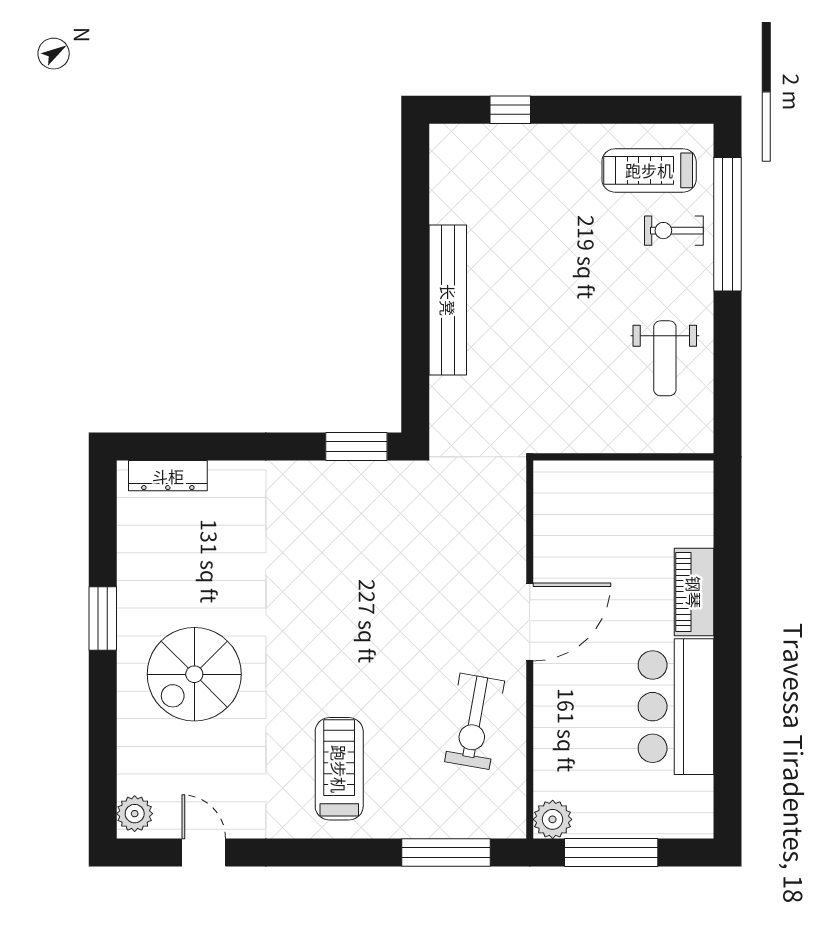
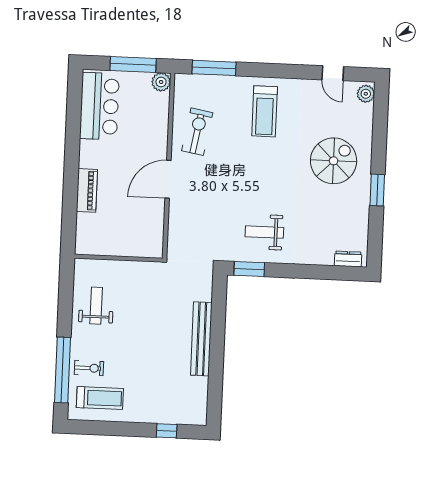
dresser: (168, 476) -> (348, 259), width x0.70
weight bench: (329, 523) -> (264, 232), added
bar counter: (676, 707) -> (99, 106), moved

